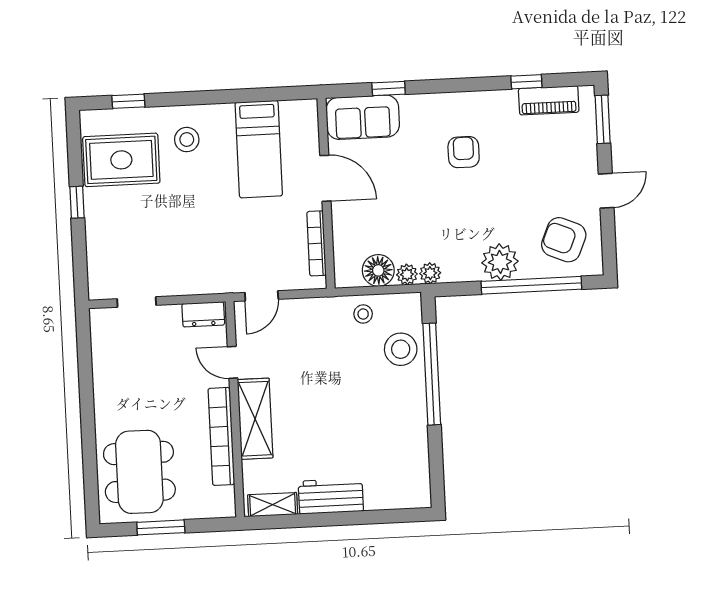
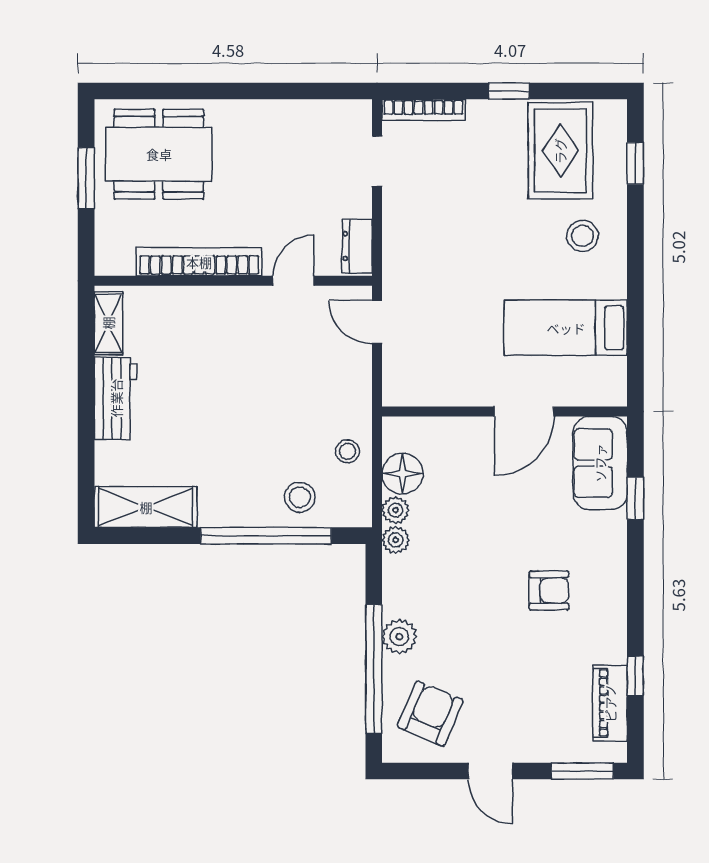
bookcase: (316, 243) -> (423, 110), moved, turned 180
plant: (500, 262) -> (399, 637), width x0.73, depth x0.73
stool: (401, 349) -> (300, 497), width x0.73, depth x0.73
shelving: (255, 419) -> (146, 507), moved

